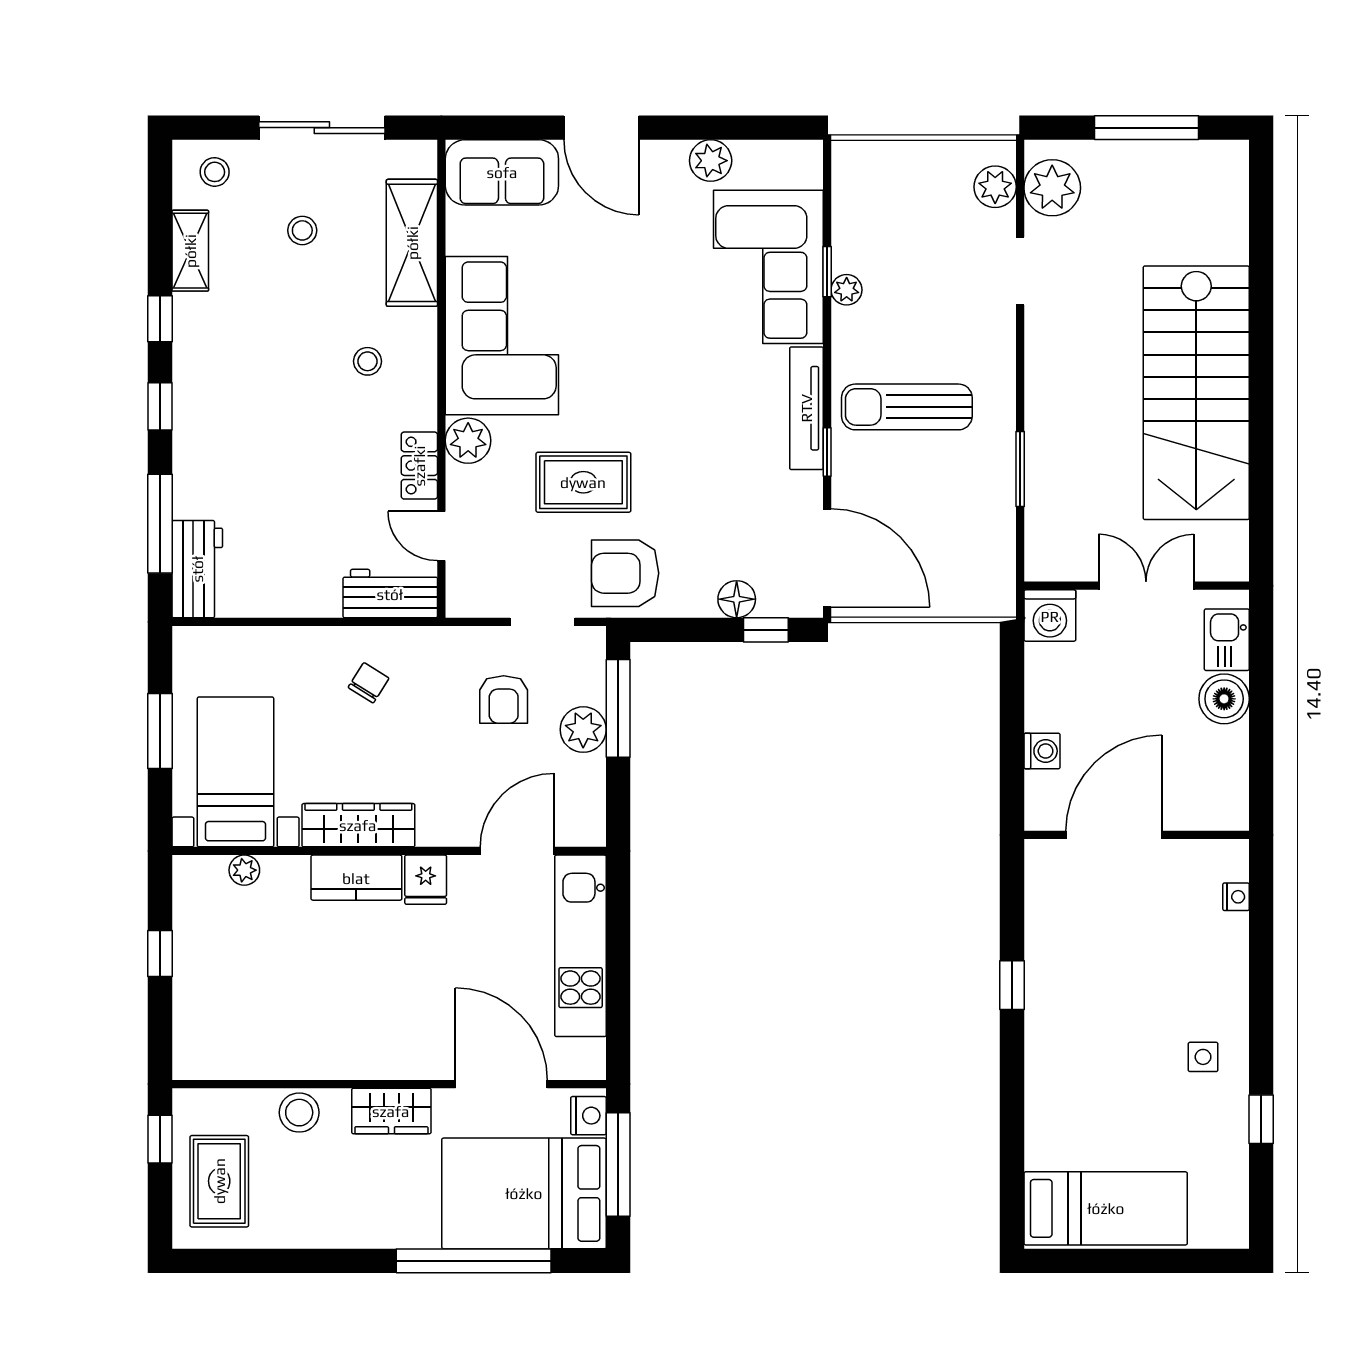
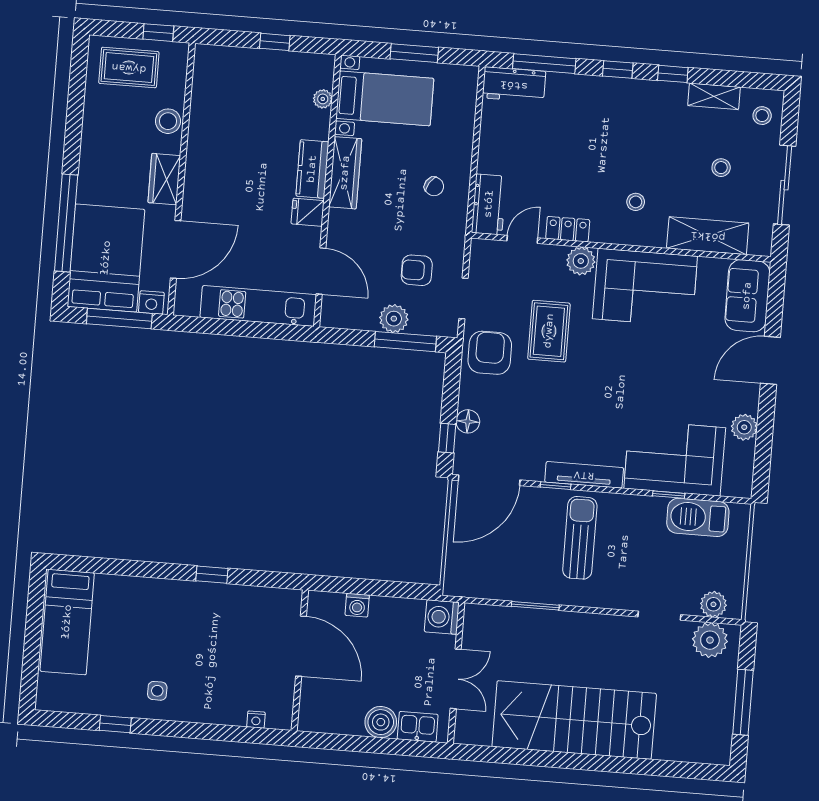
barbecue: (859, 223) -> (698, 517), added
plant: (847, 290) -> (656, 506), removed

